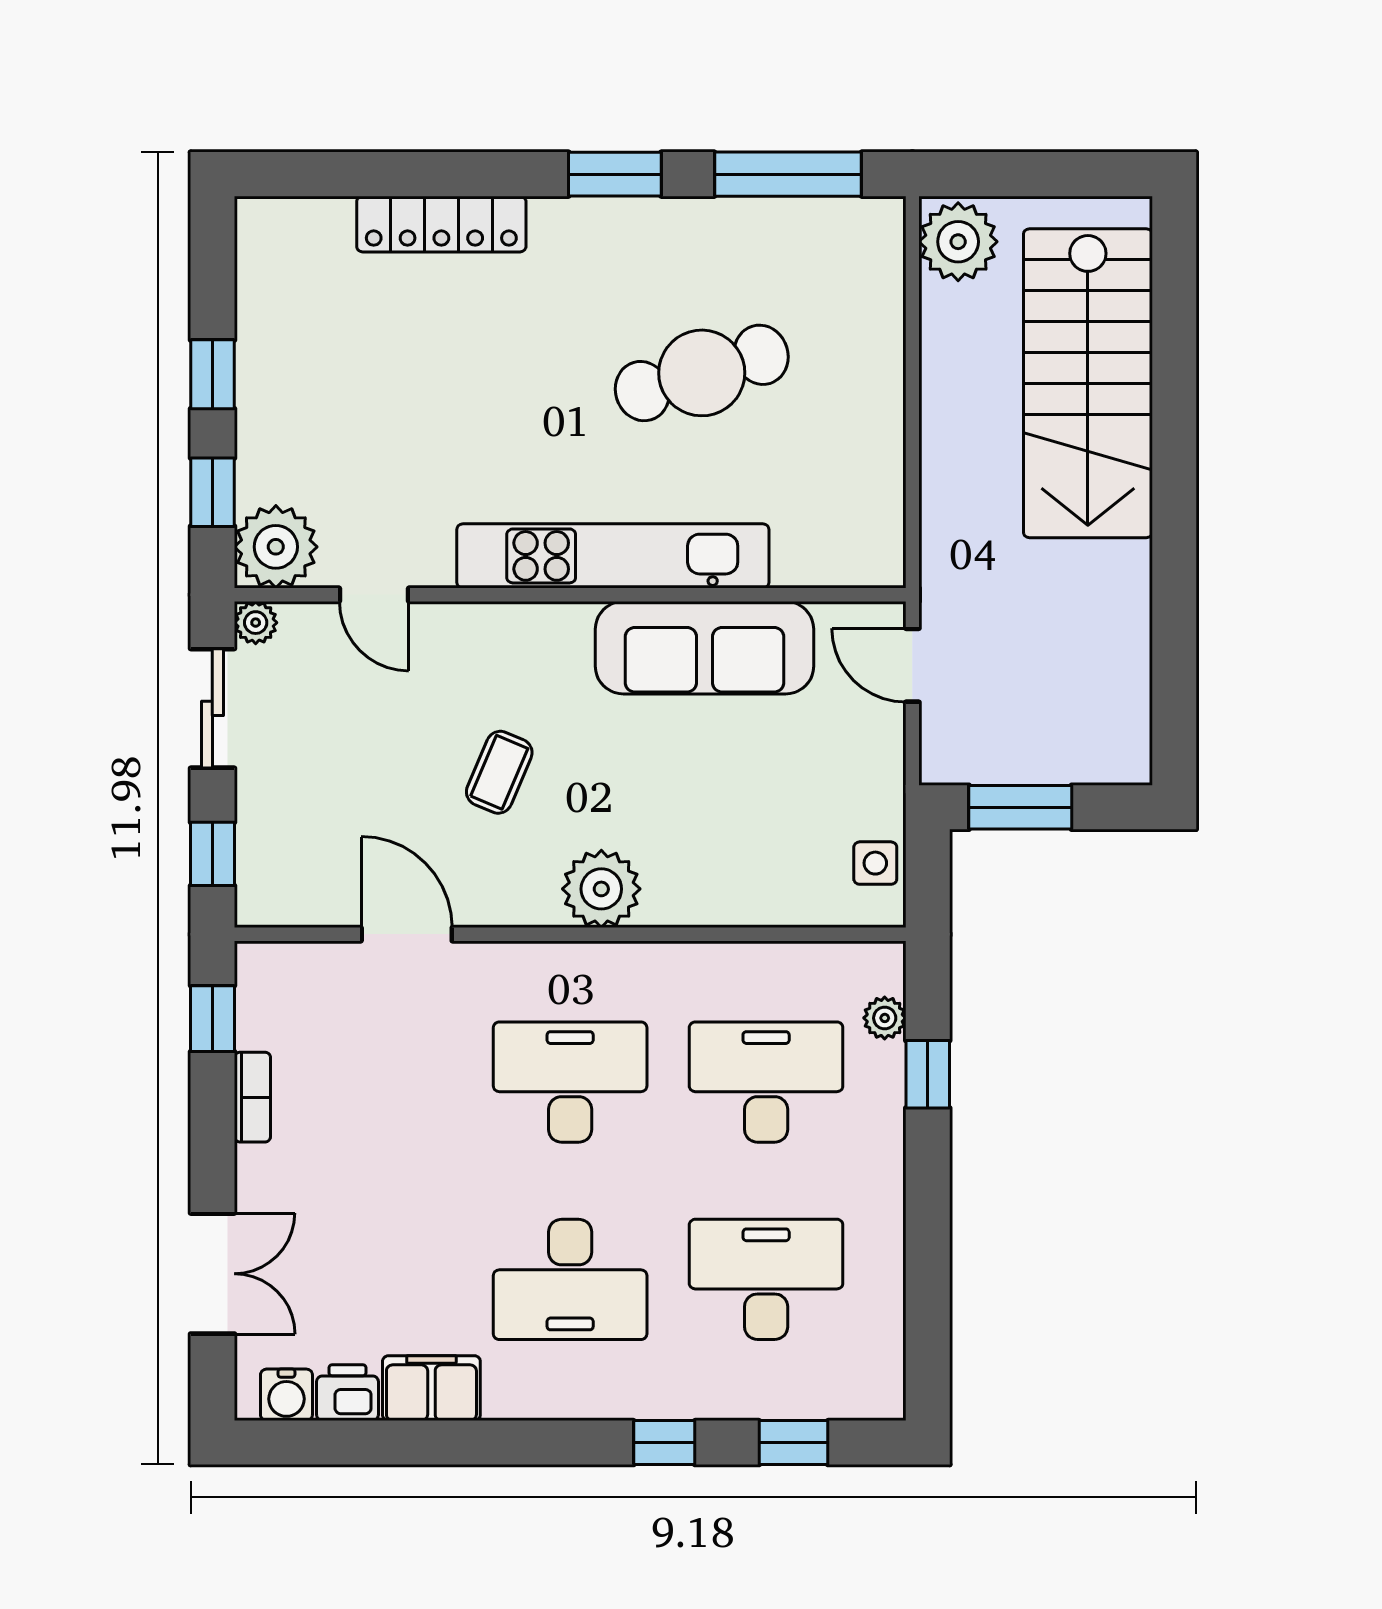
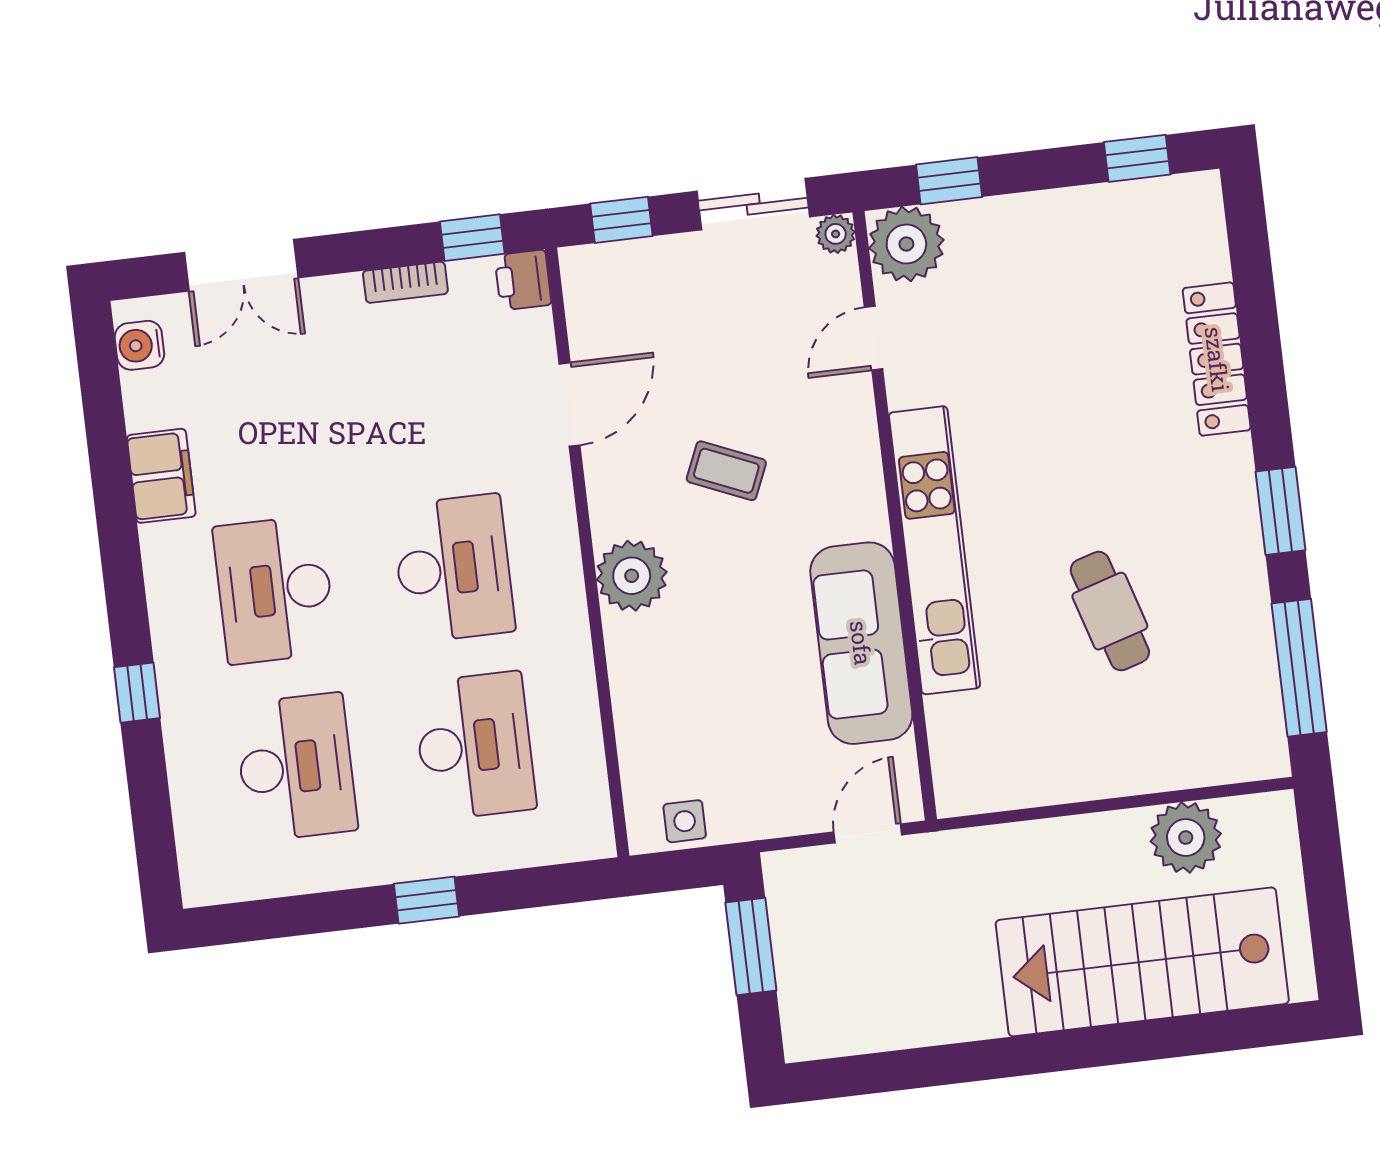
plant: (958, 242) -> (1186, 837), moved
cafe table: (702, 373) -> (1110, 611), width x0.73, depth x0.74
window: (212, 374) -> (1137, 158), moved
plant: (885, 1018) -> (545, 846), removed
window: (928, 1074) -> (426, 900), moved
printer: (347, 1393) -> (523, 280), moved, turned 180
window: (794, 1443) -> (151, 810), removed

